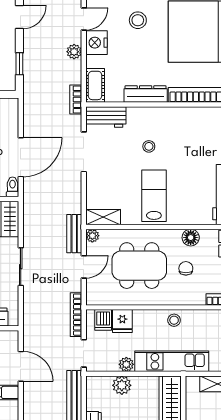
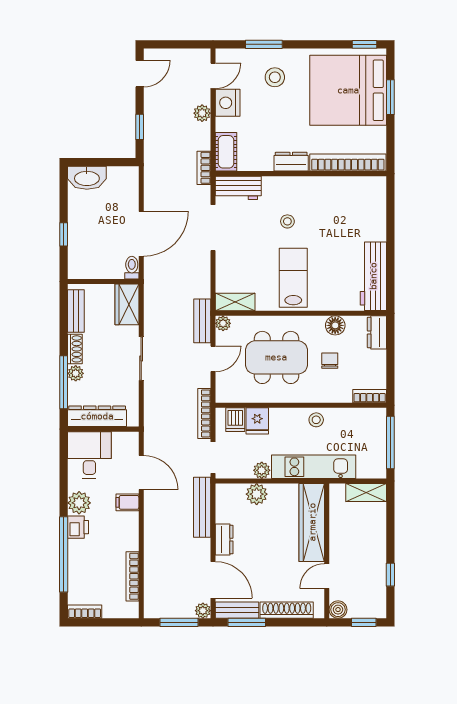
dresser: (146, 94) -> (291, 162), width x0.70

